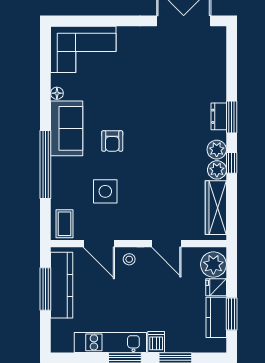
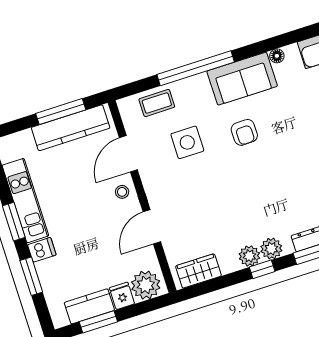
armchair: (112, 141) -> (244, 132), turned -91
wardrobe: (216, 208) -> (198, 271), width x0.67
coffee table: (65, 224) -> (157, 103), moved

